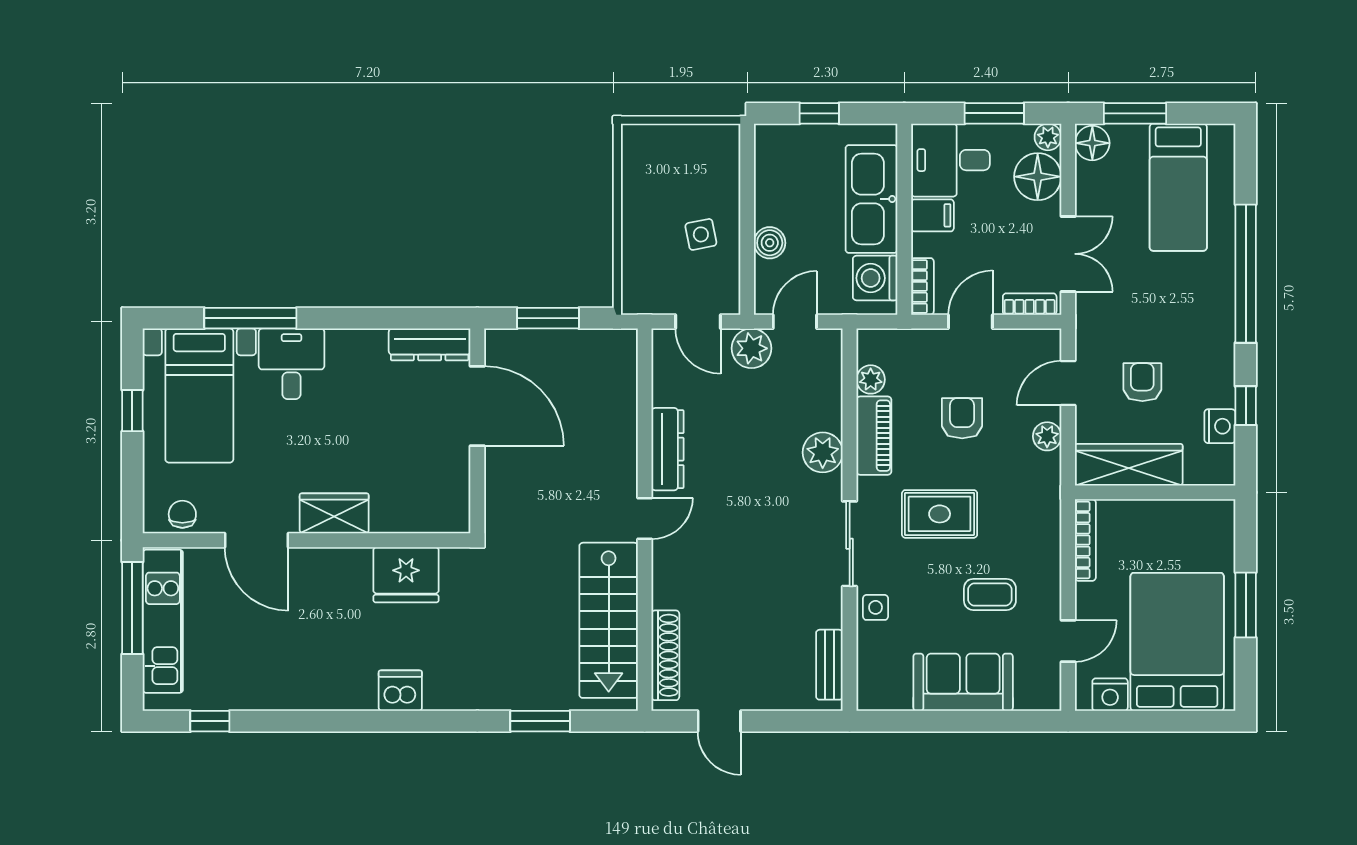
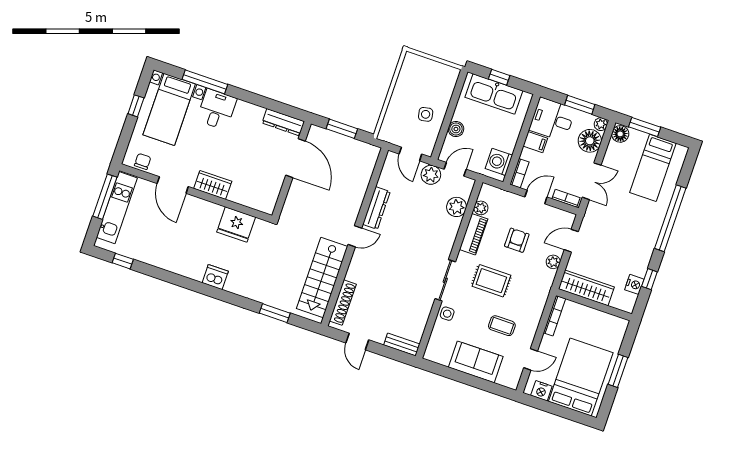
kitchen sink: (871, 199) -> (494, 94), moved, turned -90
armchair: (1142, 382) -> (606, 252), removed
plant: (823, 452) -> (457, 207), moved
bench: (829, 665) -> (402, 344), moved, turned 90

